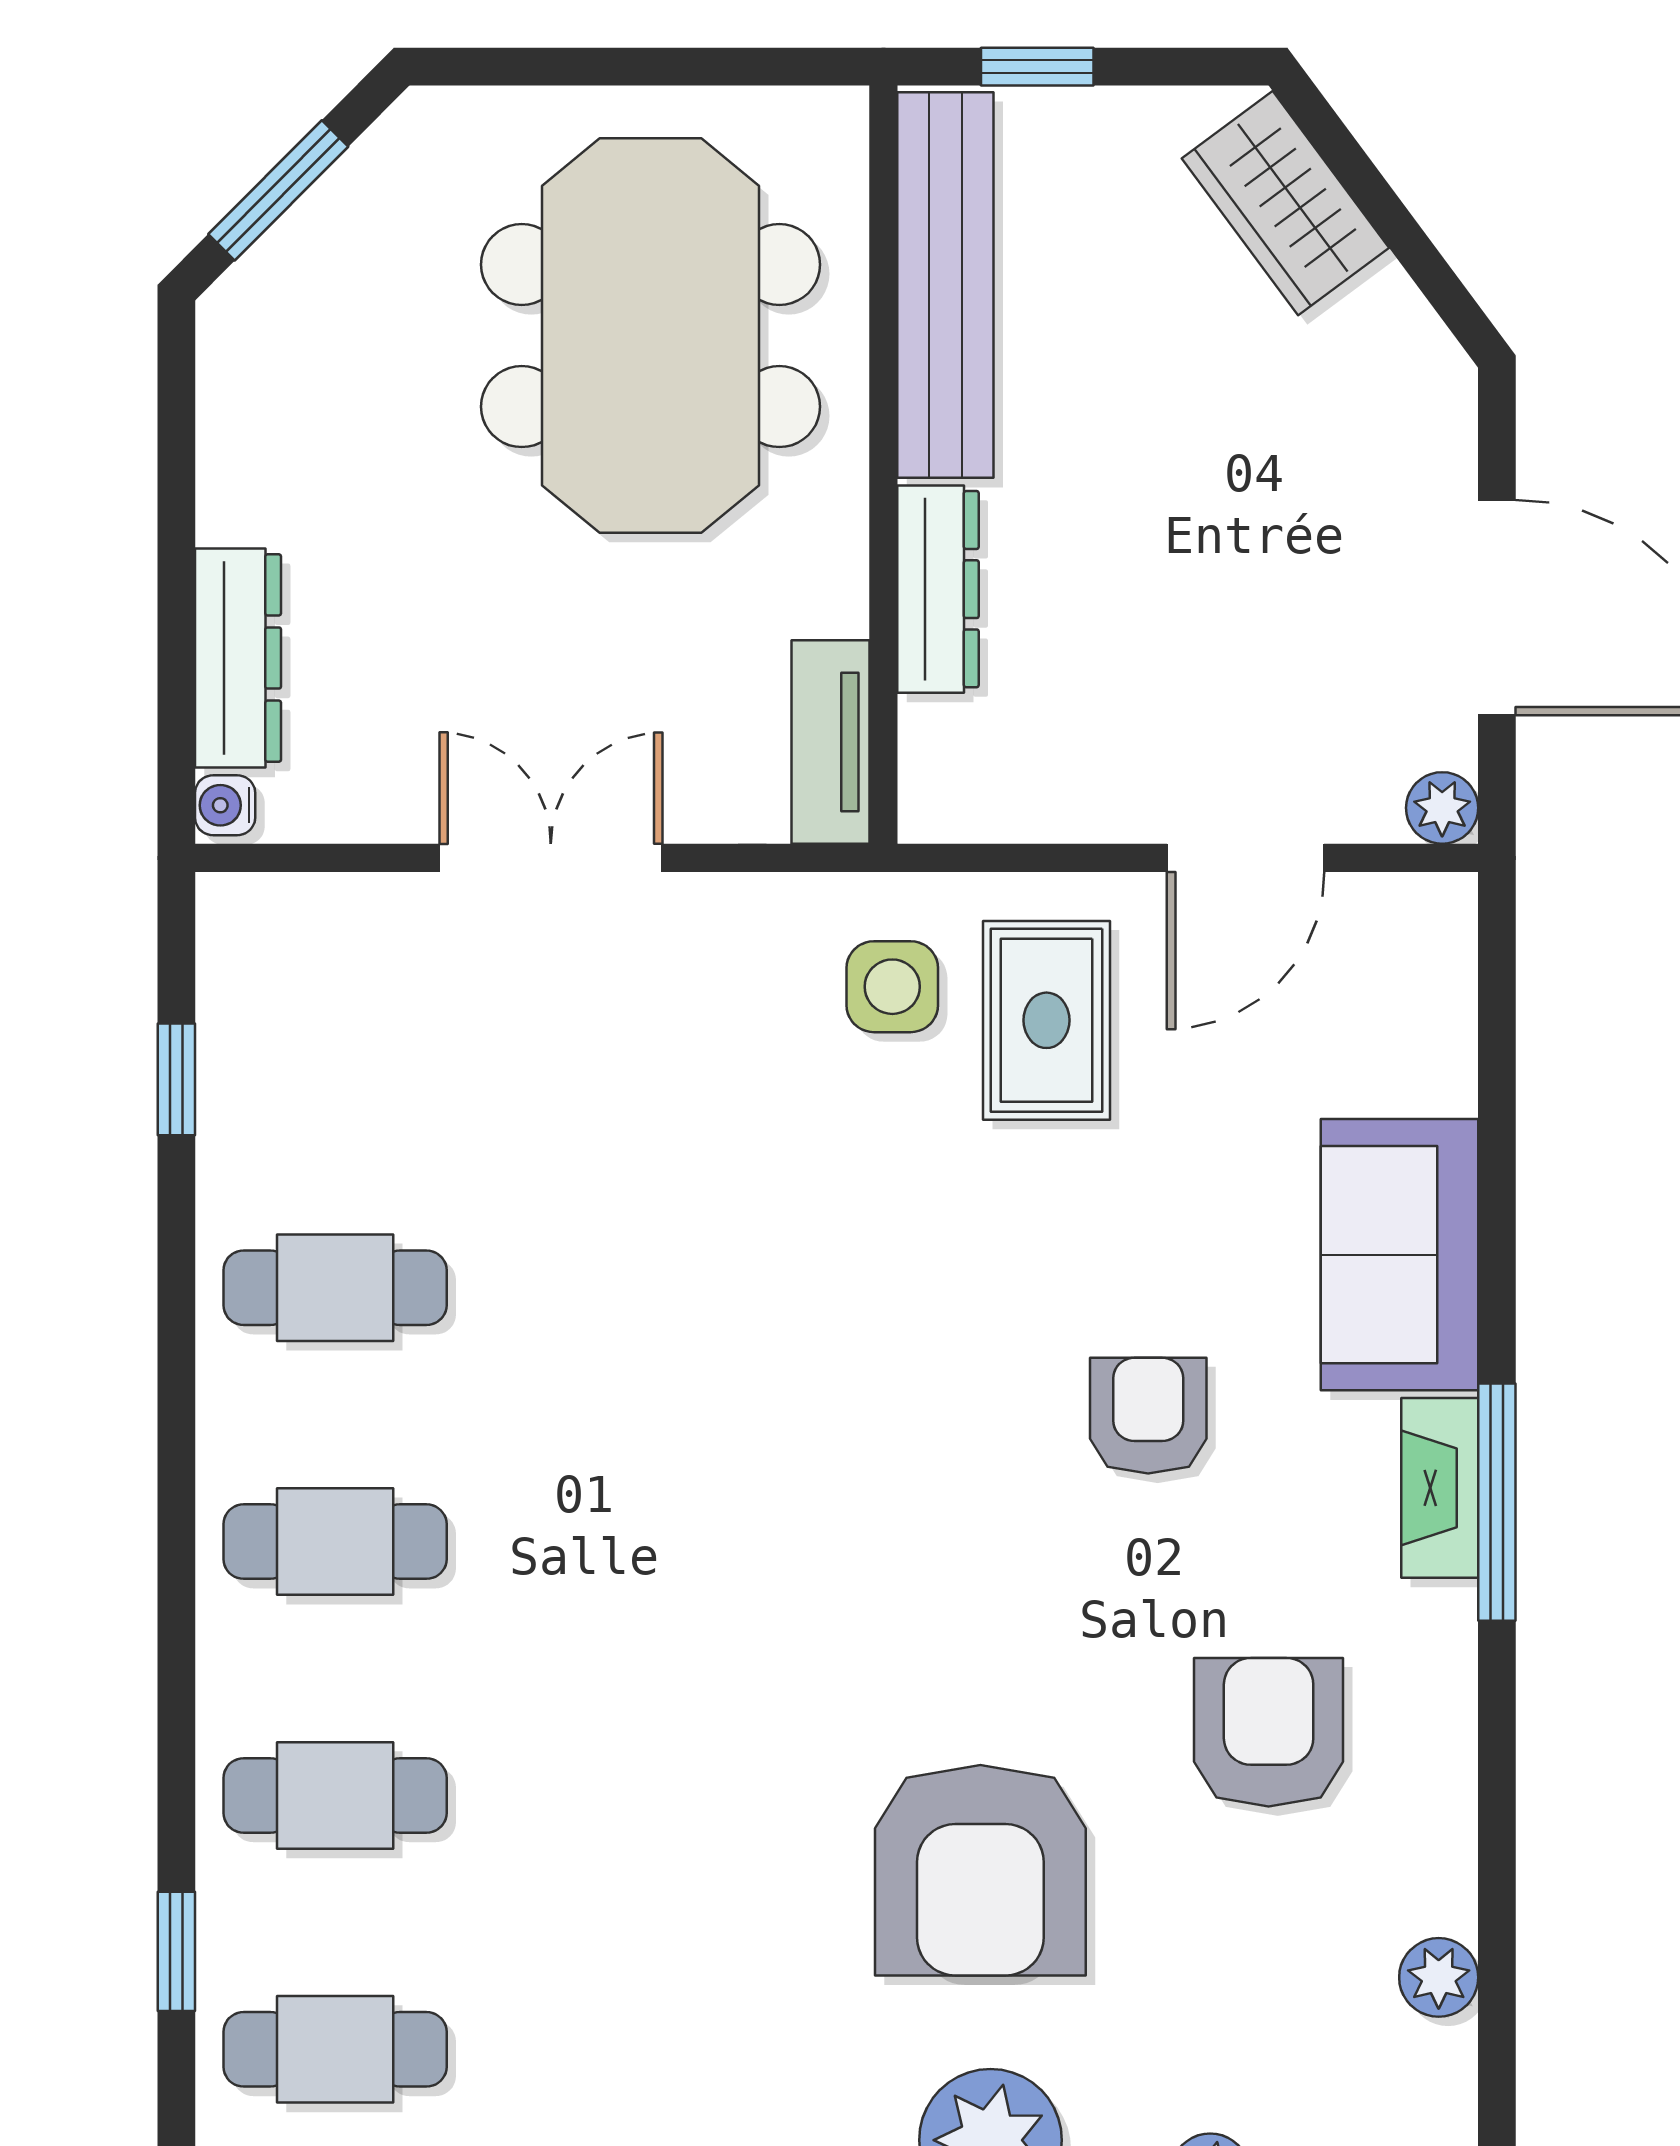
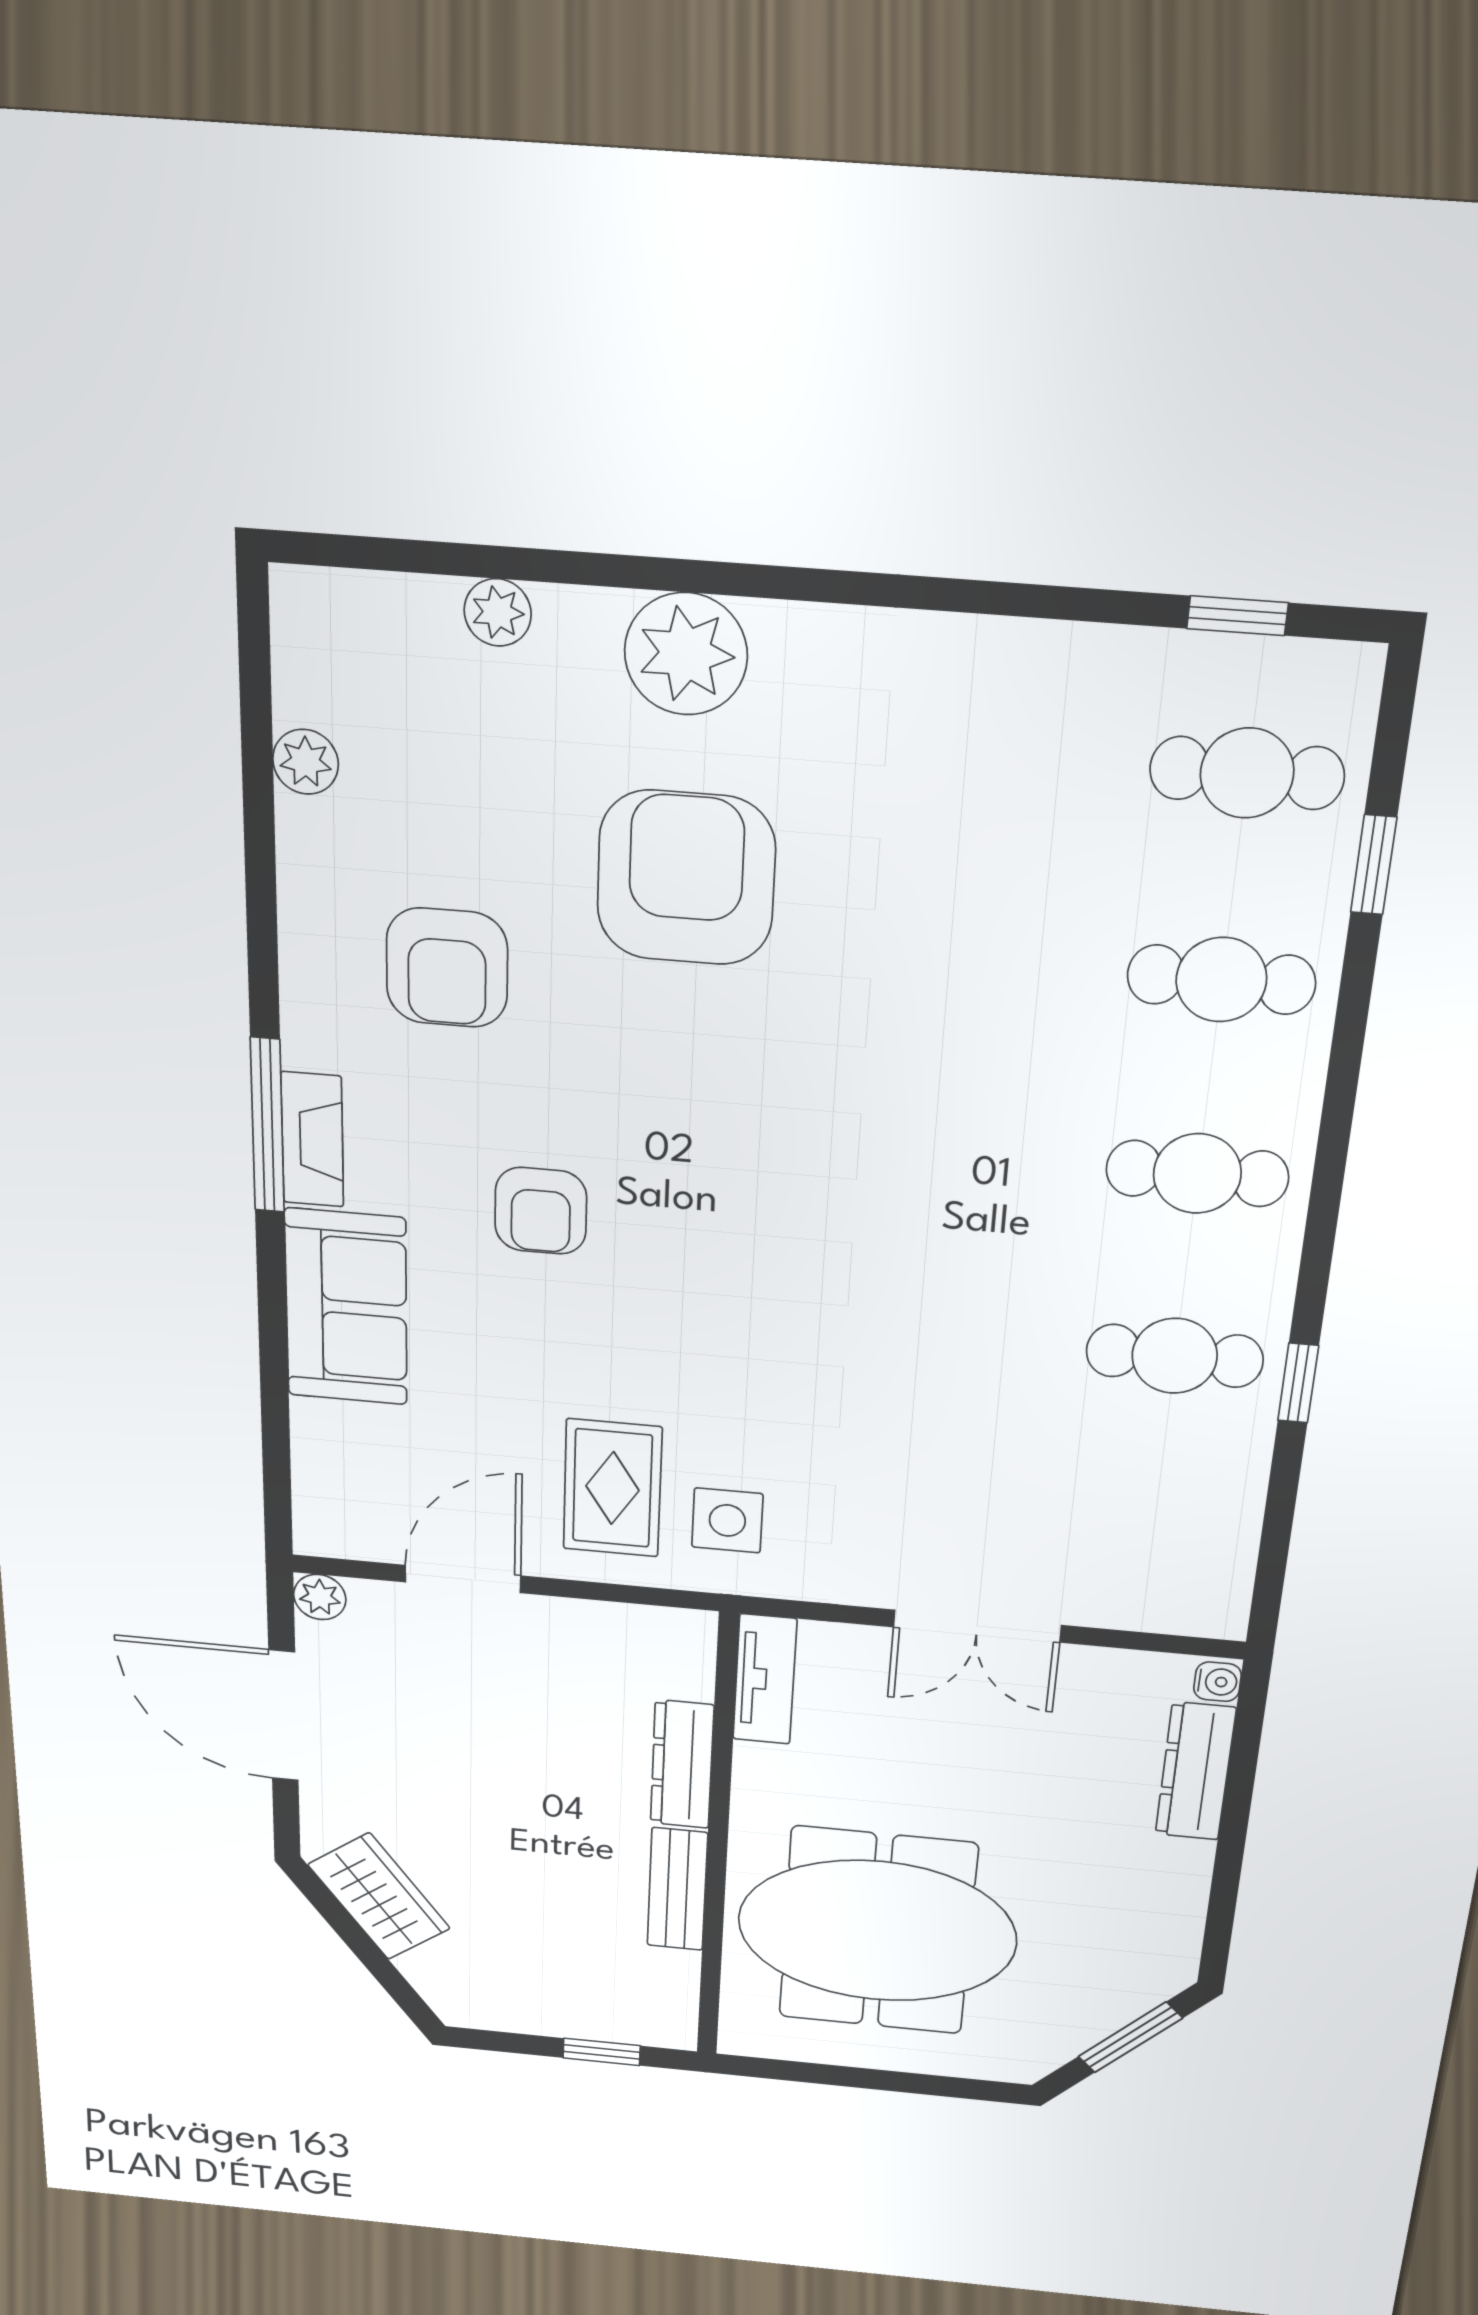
wardrobe: (1285, 203) -> (379, 1896), moved
bench: (945, 285) -> (677, 1889), width x0.54, depth x0.82
meeting table: (651, 336) -> (877, 1931), turned 90
window: (176, 1079) -> (1298, 1383), moved

